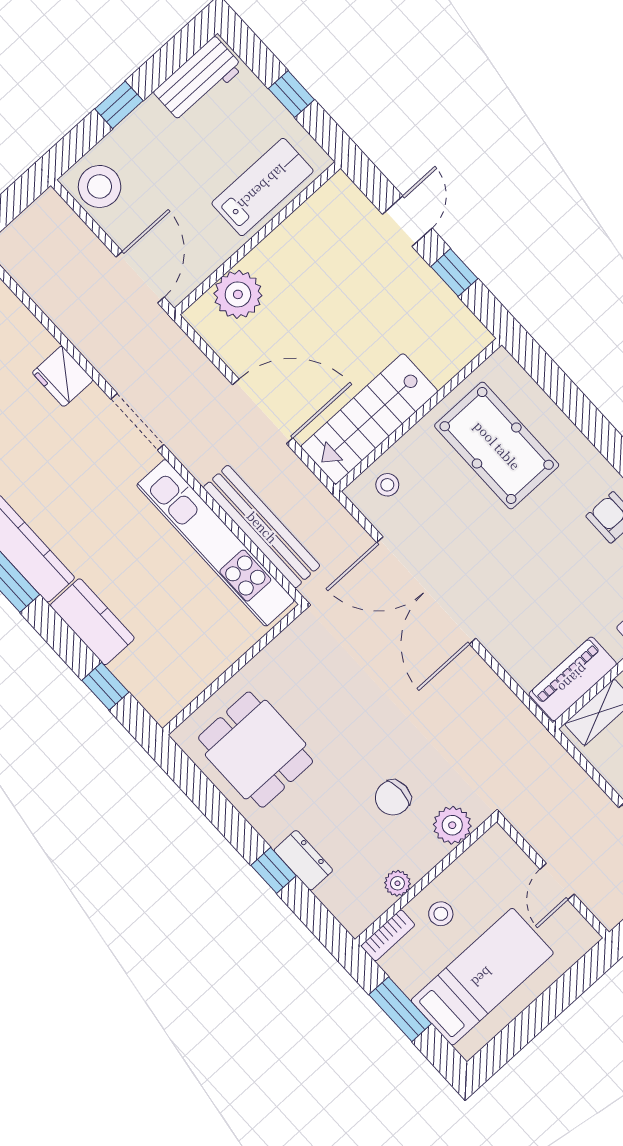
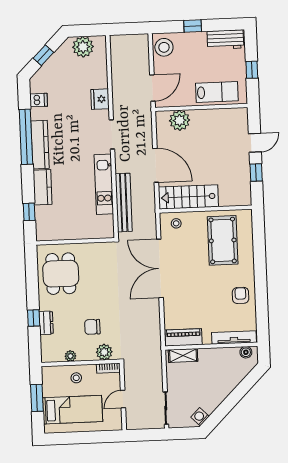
kitchen unit: (215, 543) -> (104, 184), width x0.73
bookcase: (388, 935) -> (108, 368), moved

